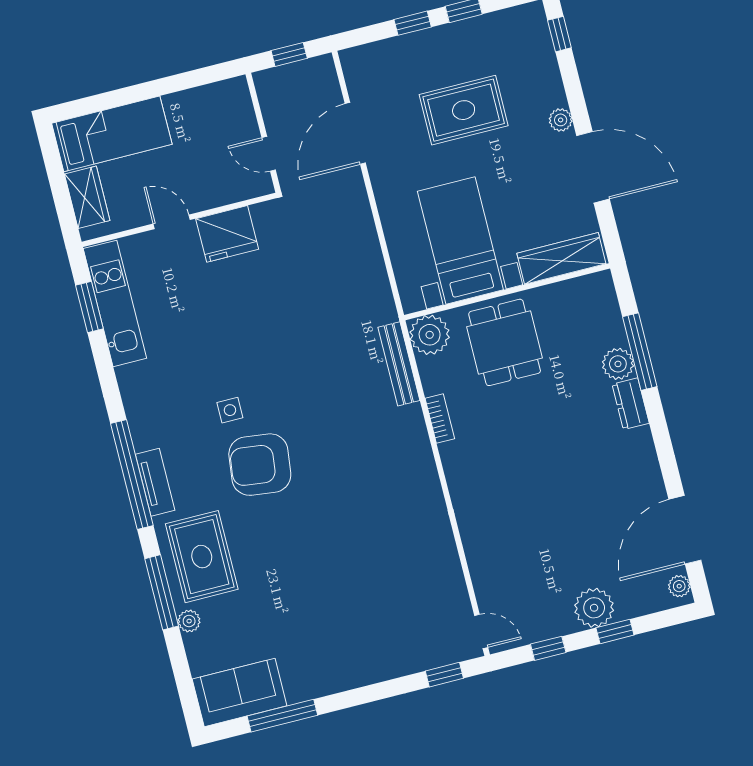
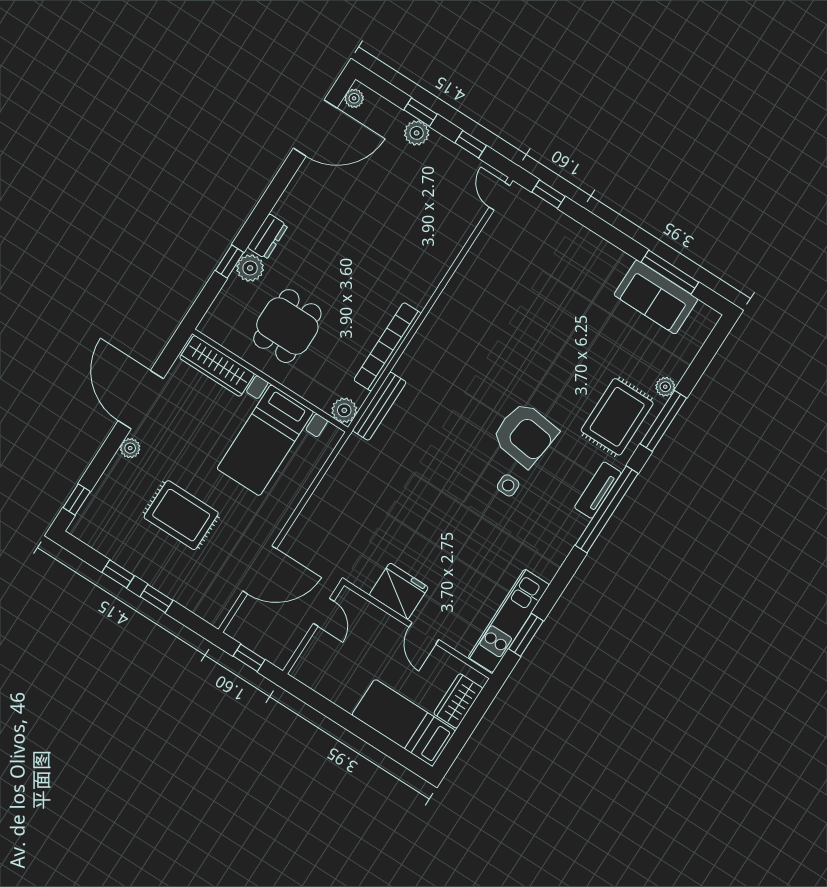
plant: (430, 335) -> (344, 410), width x0.73, depth x0.73
dining table: (505, 342) -> (287, 326), moved
window: (640, 352) -> (229, 262), width x0.46
bookcase: (440, 418) -> (387, 347), width x2.31, depth x1.31
plant: (594, 608) -> (417, 133), width x0.73, depth x0.73
sofa: (240, 692) -> (656, 297), moved

